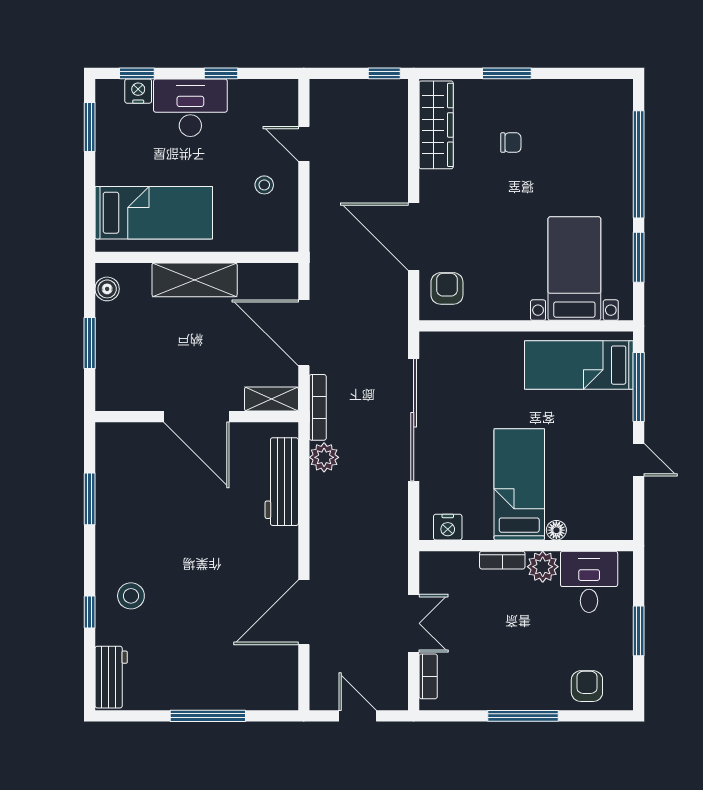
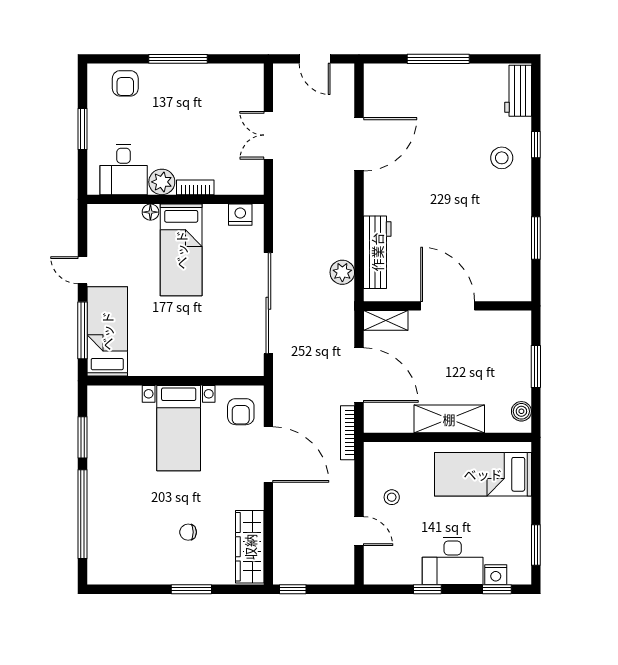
bed with nightstands: (574, 269) -> (179, 428), moved
bed: (579, 365) -> (107, 331), moved, turned -90
bookcase: (318, 407) -> (348, 433), moved
bookcase: (428, 676) -> (256, 91), removed

